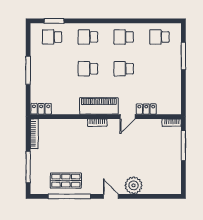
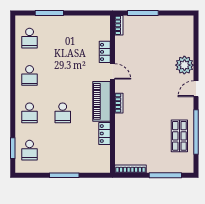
school desk: (124, 69) -> (63, 75), removed
locker: (41, 109) -> (105, 134), moved

